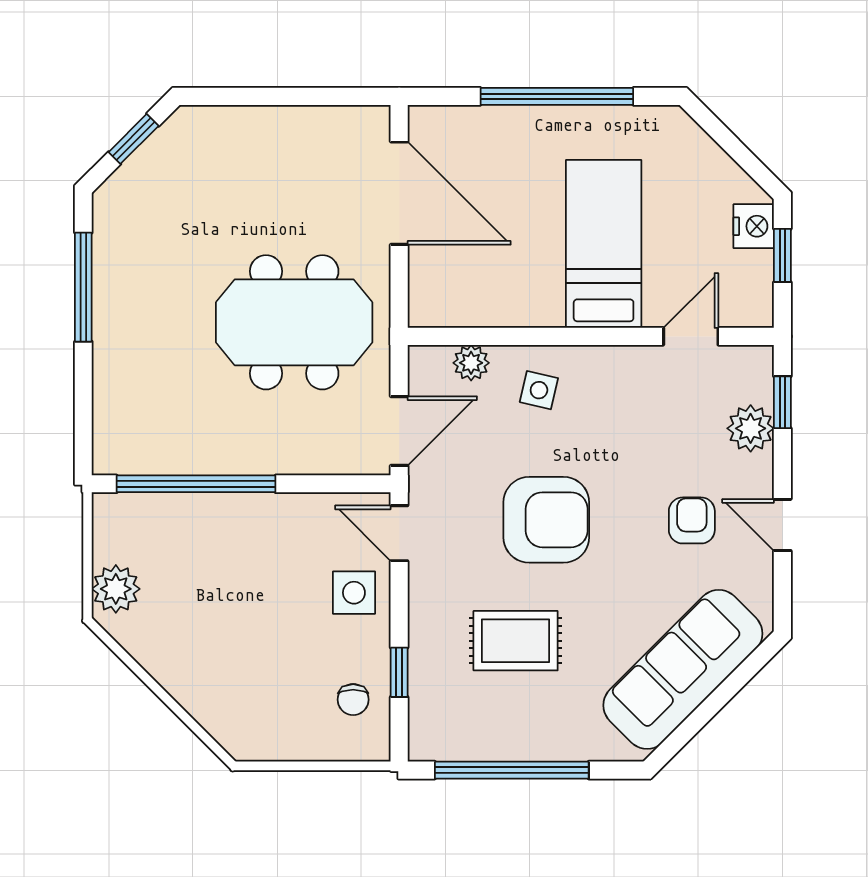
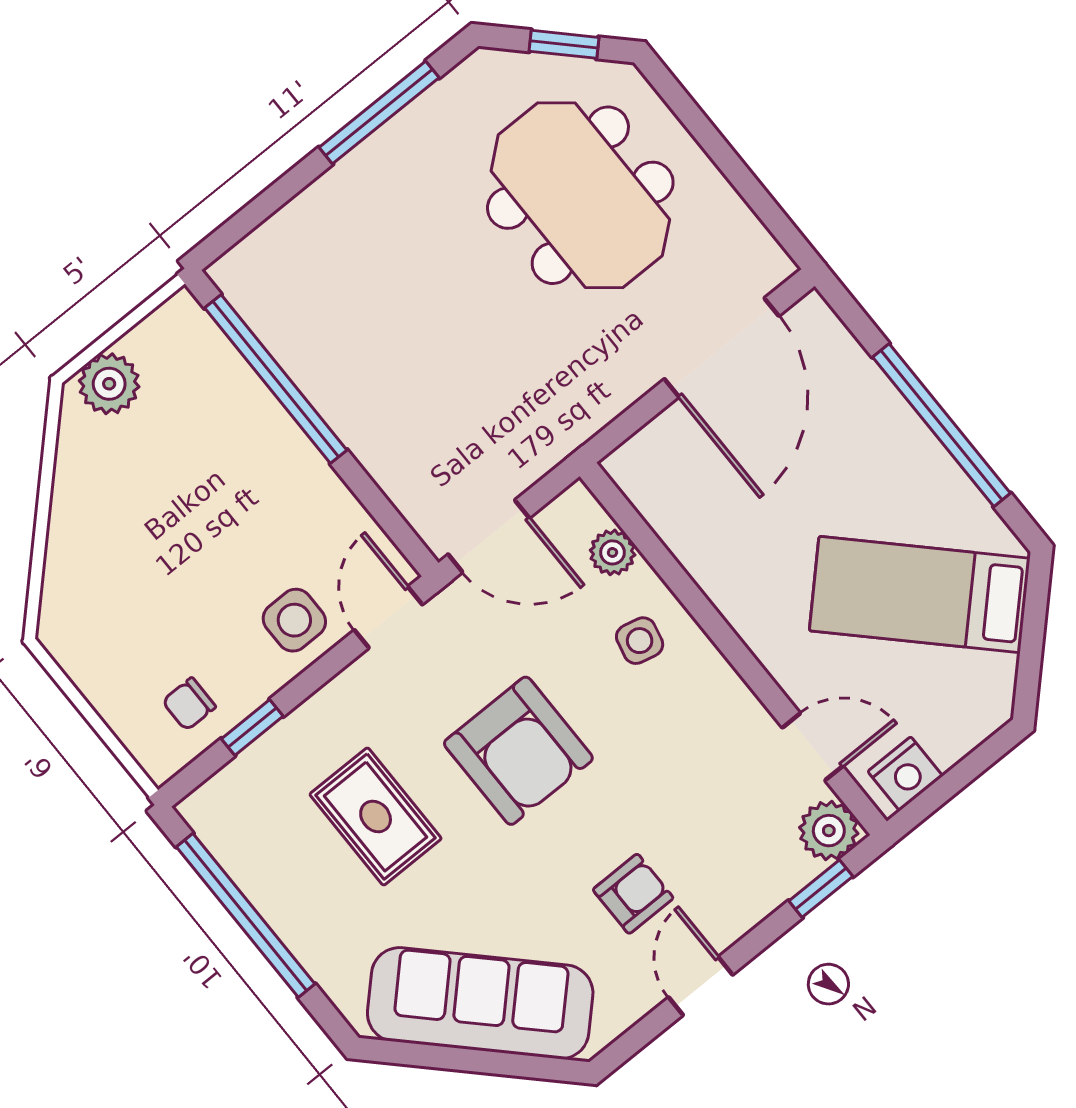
nightstand: (754, 226) -> (905, 774), moved
bed: (604, 244) -> (920, 595), moved, turned -135
window: (782, 255) -> (965, 772), removed
meeting table: (294, 322) -> (580, 195), moved
plant: (751, 428) -> (829, 831), moved

